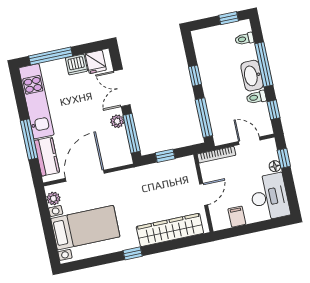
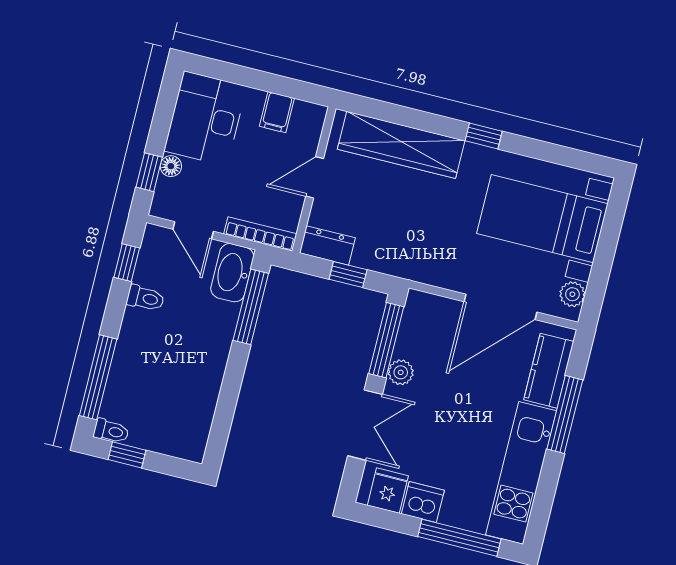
toilet: (244, 39) -> (111, 431), moved
window: (264, 64) -> (98, 377), moved
window: (195, 76) -> (231, 386), removed
washbasin: (252, 76) -> (232, 273), moved, turned 180
dresser: (182, 165) -> (327, 245), added

